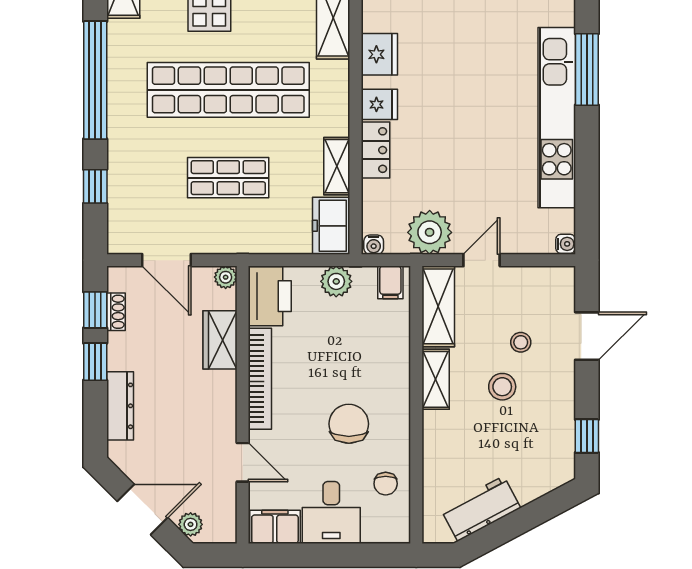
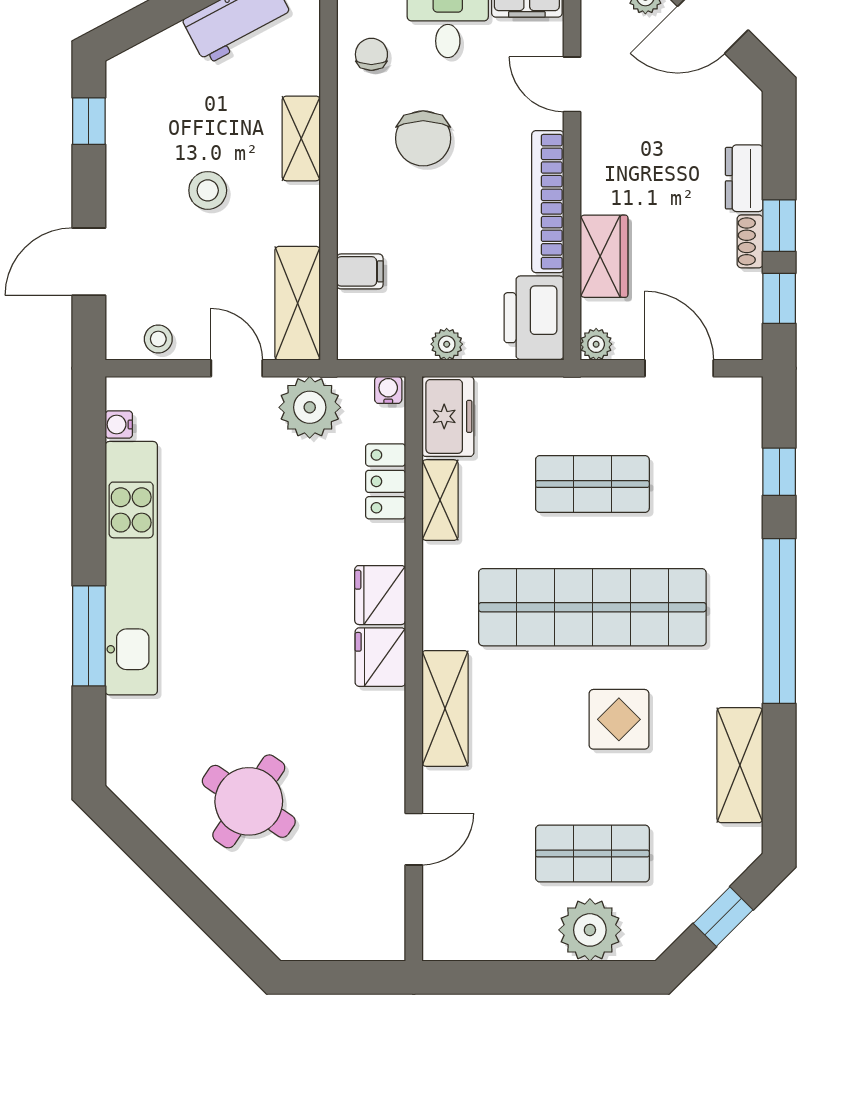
fridge: (379, 104) -> (380, 595), width x1.38
locker: (376, 150) -> (386, 481), moved
water cooler: (566, 244) -> (119, 425), moved
door: (482, 260) -> (237, 368), swing flipped
plant: (336, 281) -> (447, 344), width x0.73, depth x0.73
filing cabinet: (390, 282) -> (360, 271), moved, turned 90
shoe rack: (116, 312) -> (750, 241), moved
stool: (521, 342) -> (158, 339), moved
shelving: (436, 379) -> (301, 138), moved
dresser: (120, 406) -> (744, 178), width x0.70

